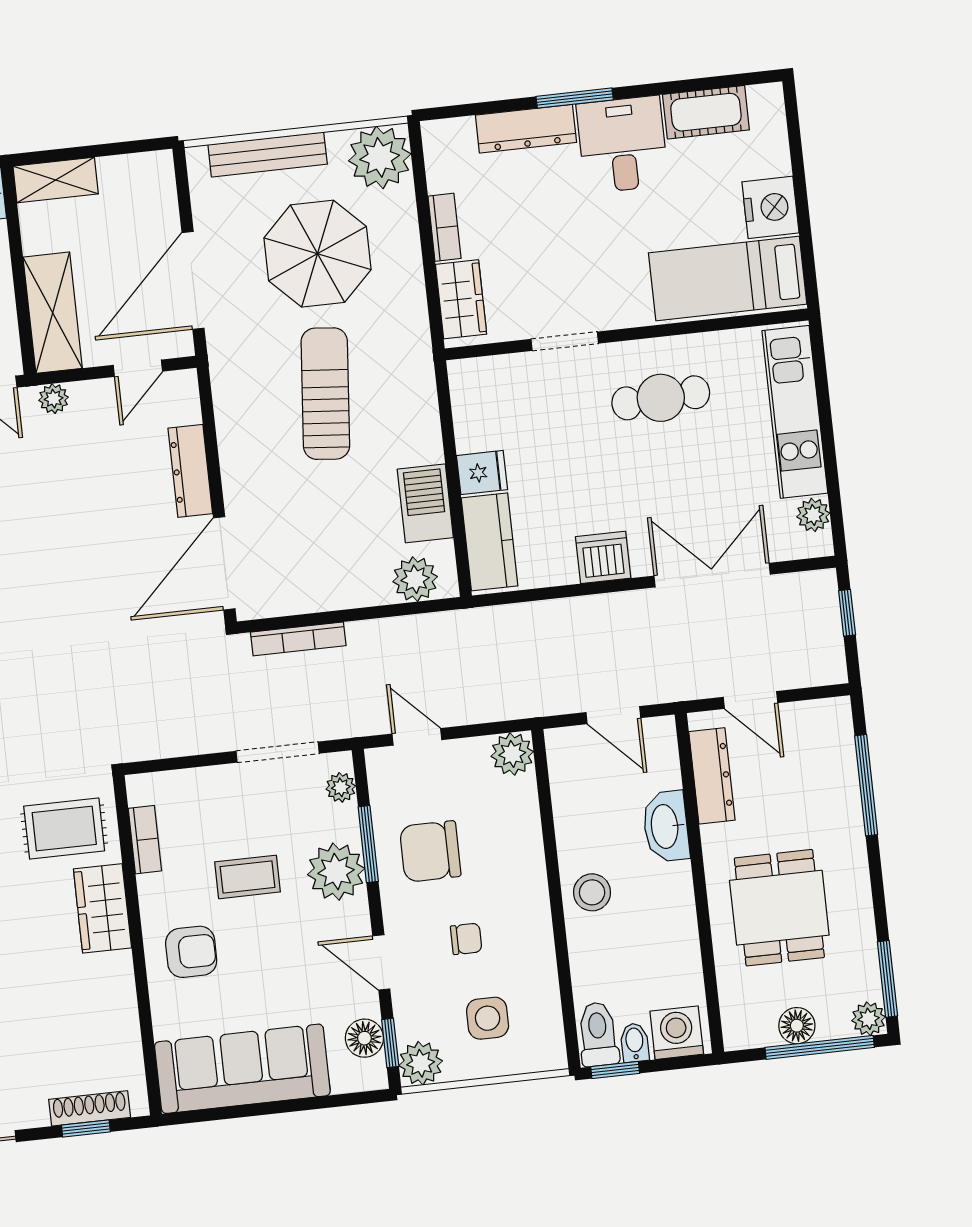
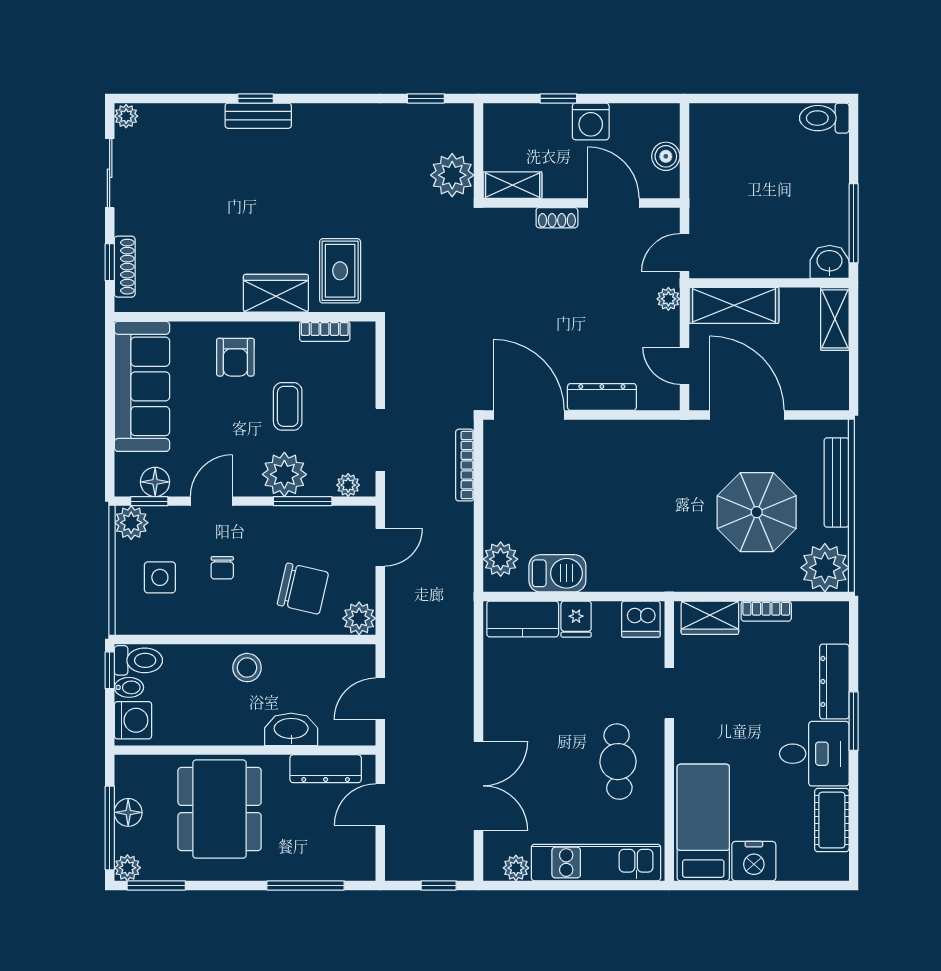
sun lounger: (325, 394) -> (649, 506), removed
dishwasher: (603, 557) -> (641, 619), moved, turned 90
chair: (430, 851) -> (303, 589), moved, turned 103
dining table: (779, 908) -> (220, 809), width x1.38

